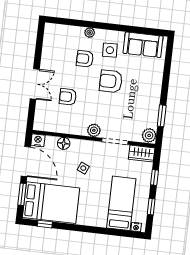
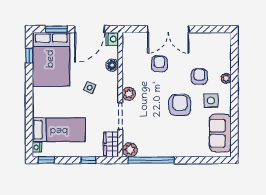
double door: (35, 84) -> (168, 29), width x1.37
window: (162, 116) -> (151, 160), width x2.11
window: (151, 207) -> (46, 160), moved

